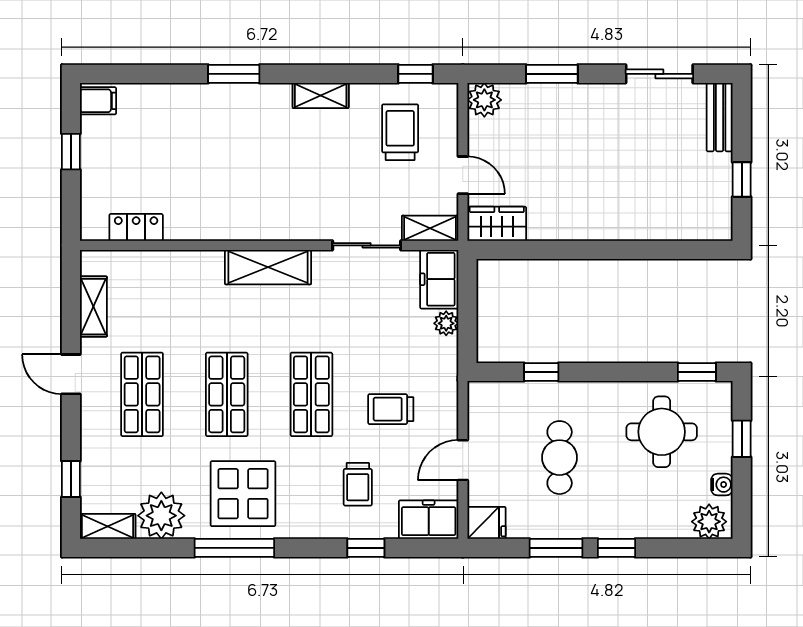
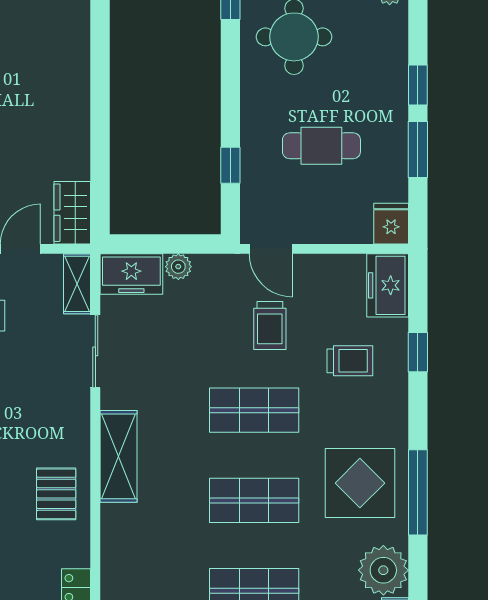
pallet: (233, 209) -> (56, 494), added
door: (463, 460) -> (271, 249), moved

